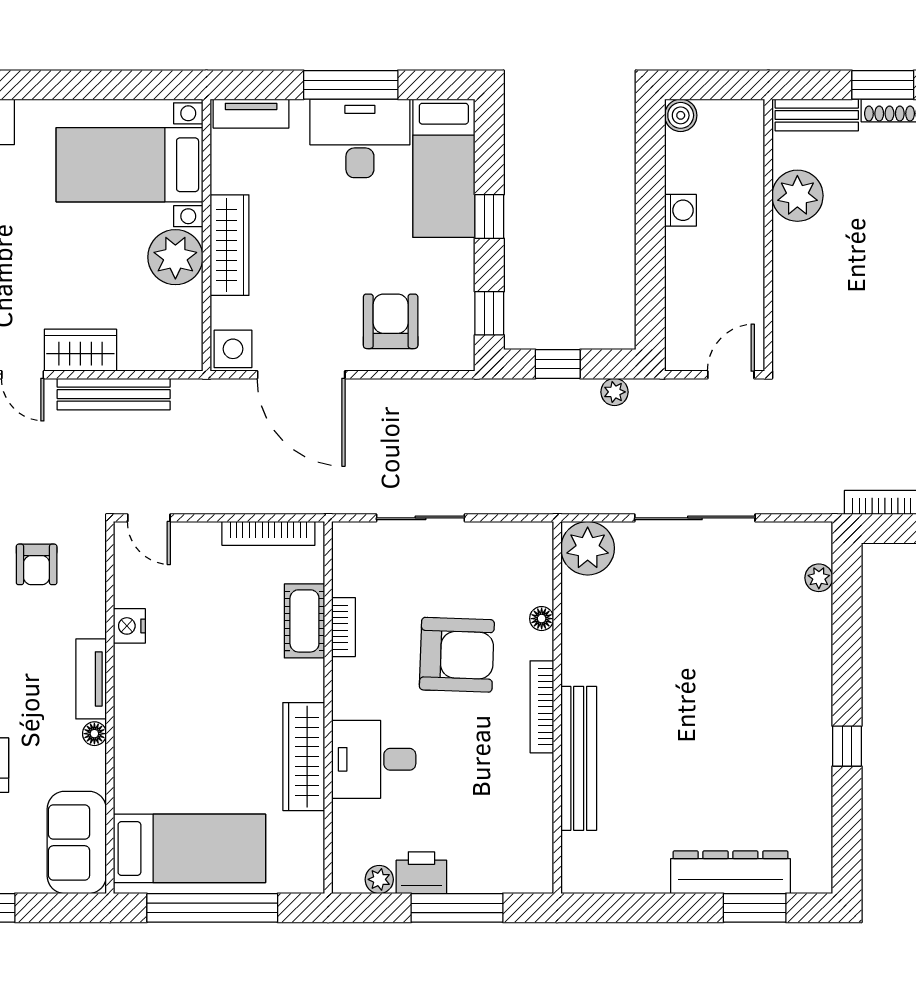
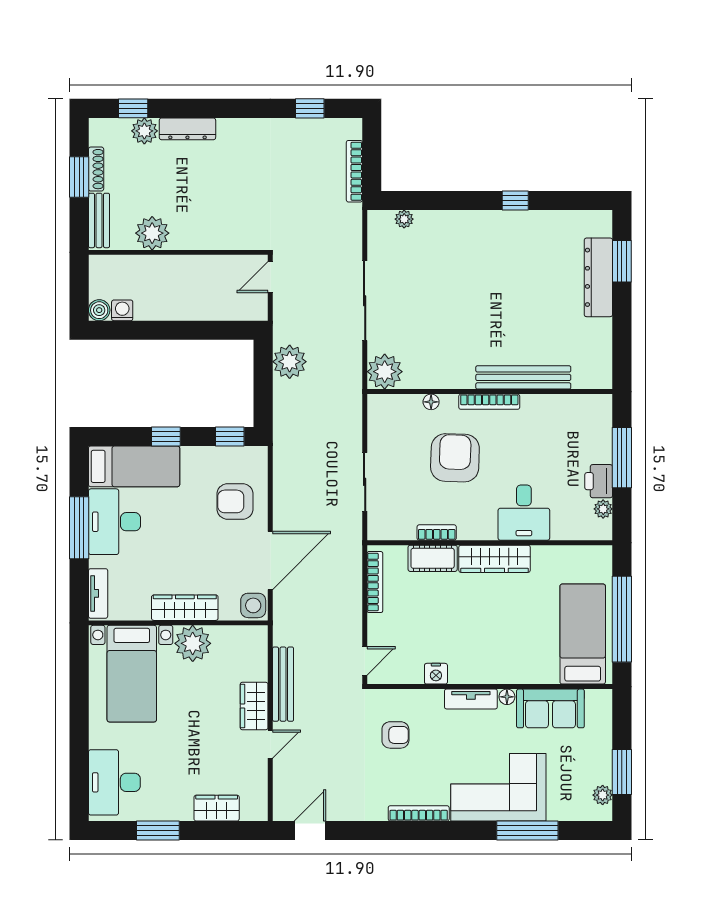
washing machine: (680, 210) -> (122, 310), moved
window: (558, 364) -> (263, 391), removed
door: (731, 375) -> (270, 277), hinge flipped
plant: (614, 392) -> (290, 362), width x1.88, depth x1.88
wardrobe: (304, 757) -> (494, 559), moved
sofa: (77, 842) -> (550, 708), moved

